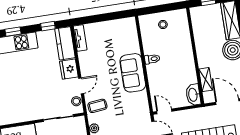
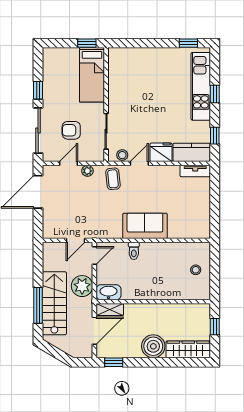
toilet: (152, 59) -> (134, 251), moved
shelving: (206, 80) -> (110, 309), moved
door: (81, 86) -> (139, 163), swing flipped
plant: (192, 118) -> (82, 286), added

